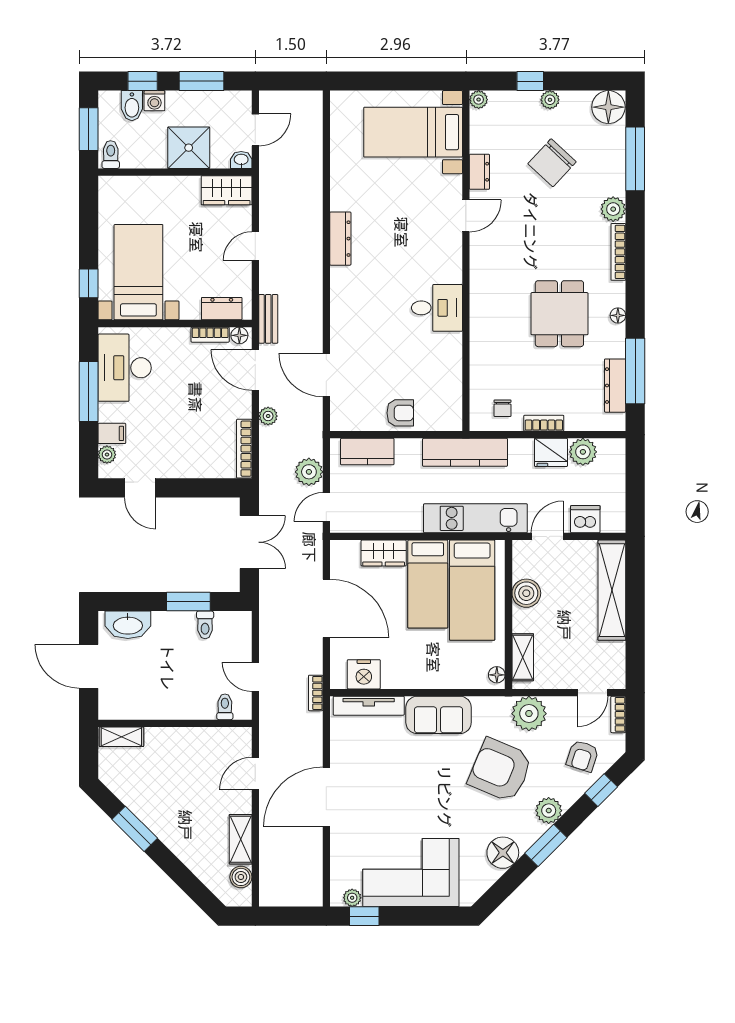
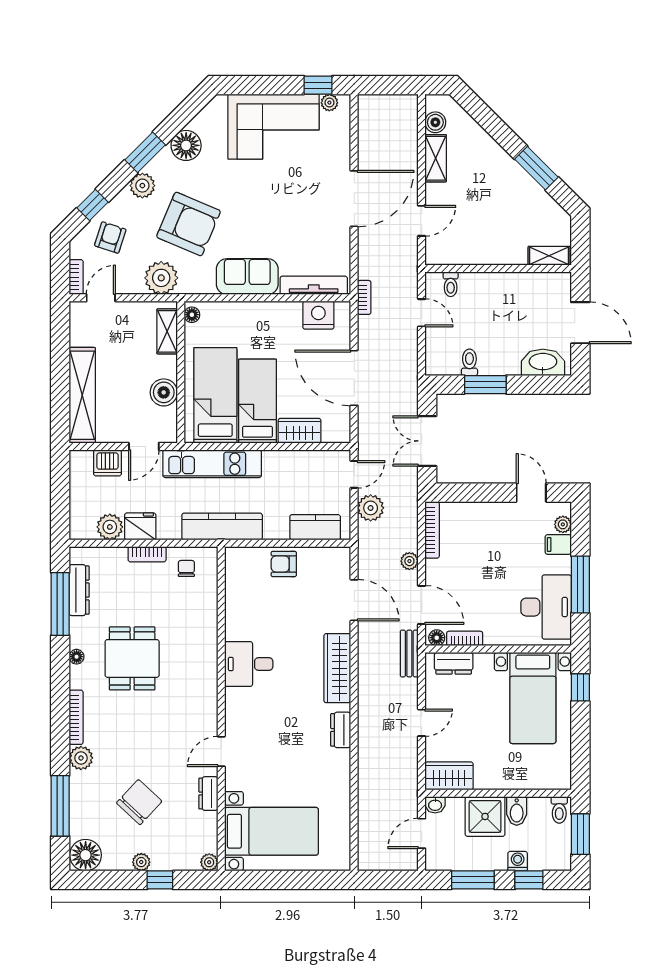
bidet: (132, 106) -> (517, 811), moved, turned 180
dresser: (340, 239) -> (341, 730), width x0.70
wardrobe: (344, 303) -> (337, 668), added

